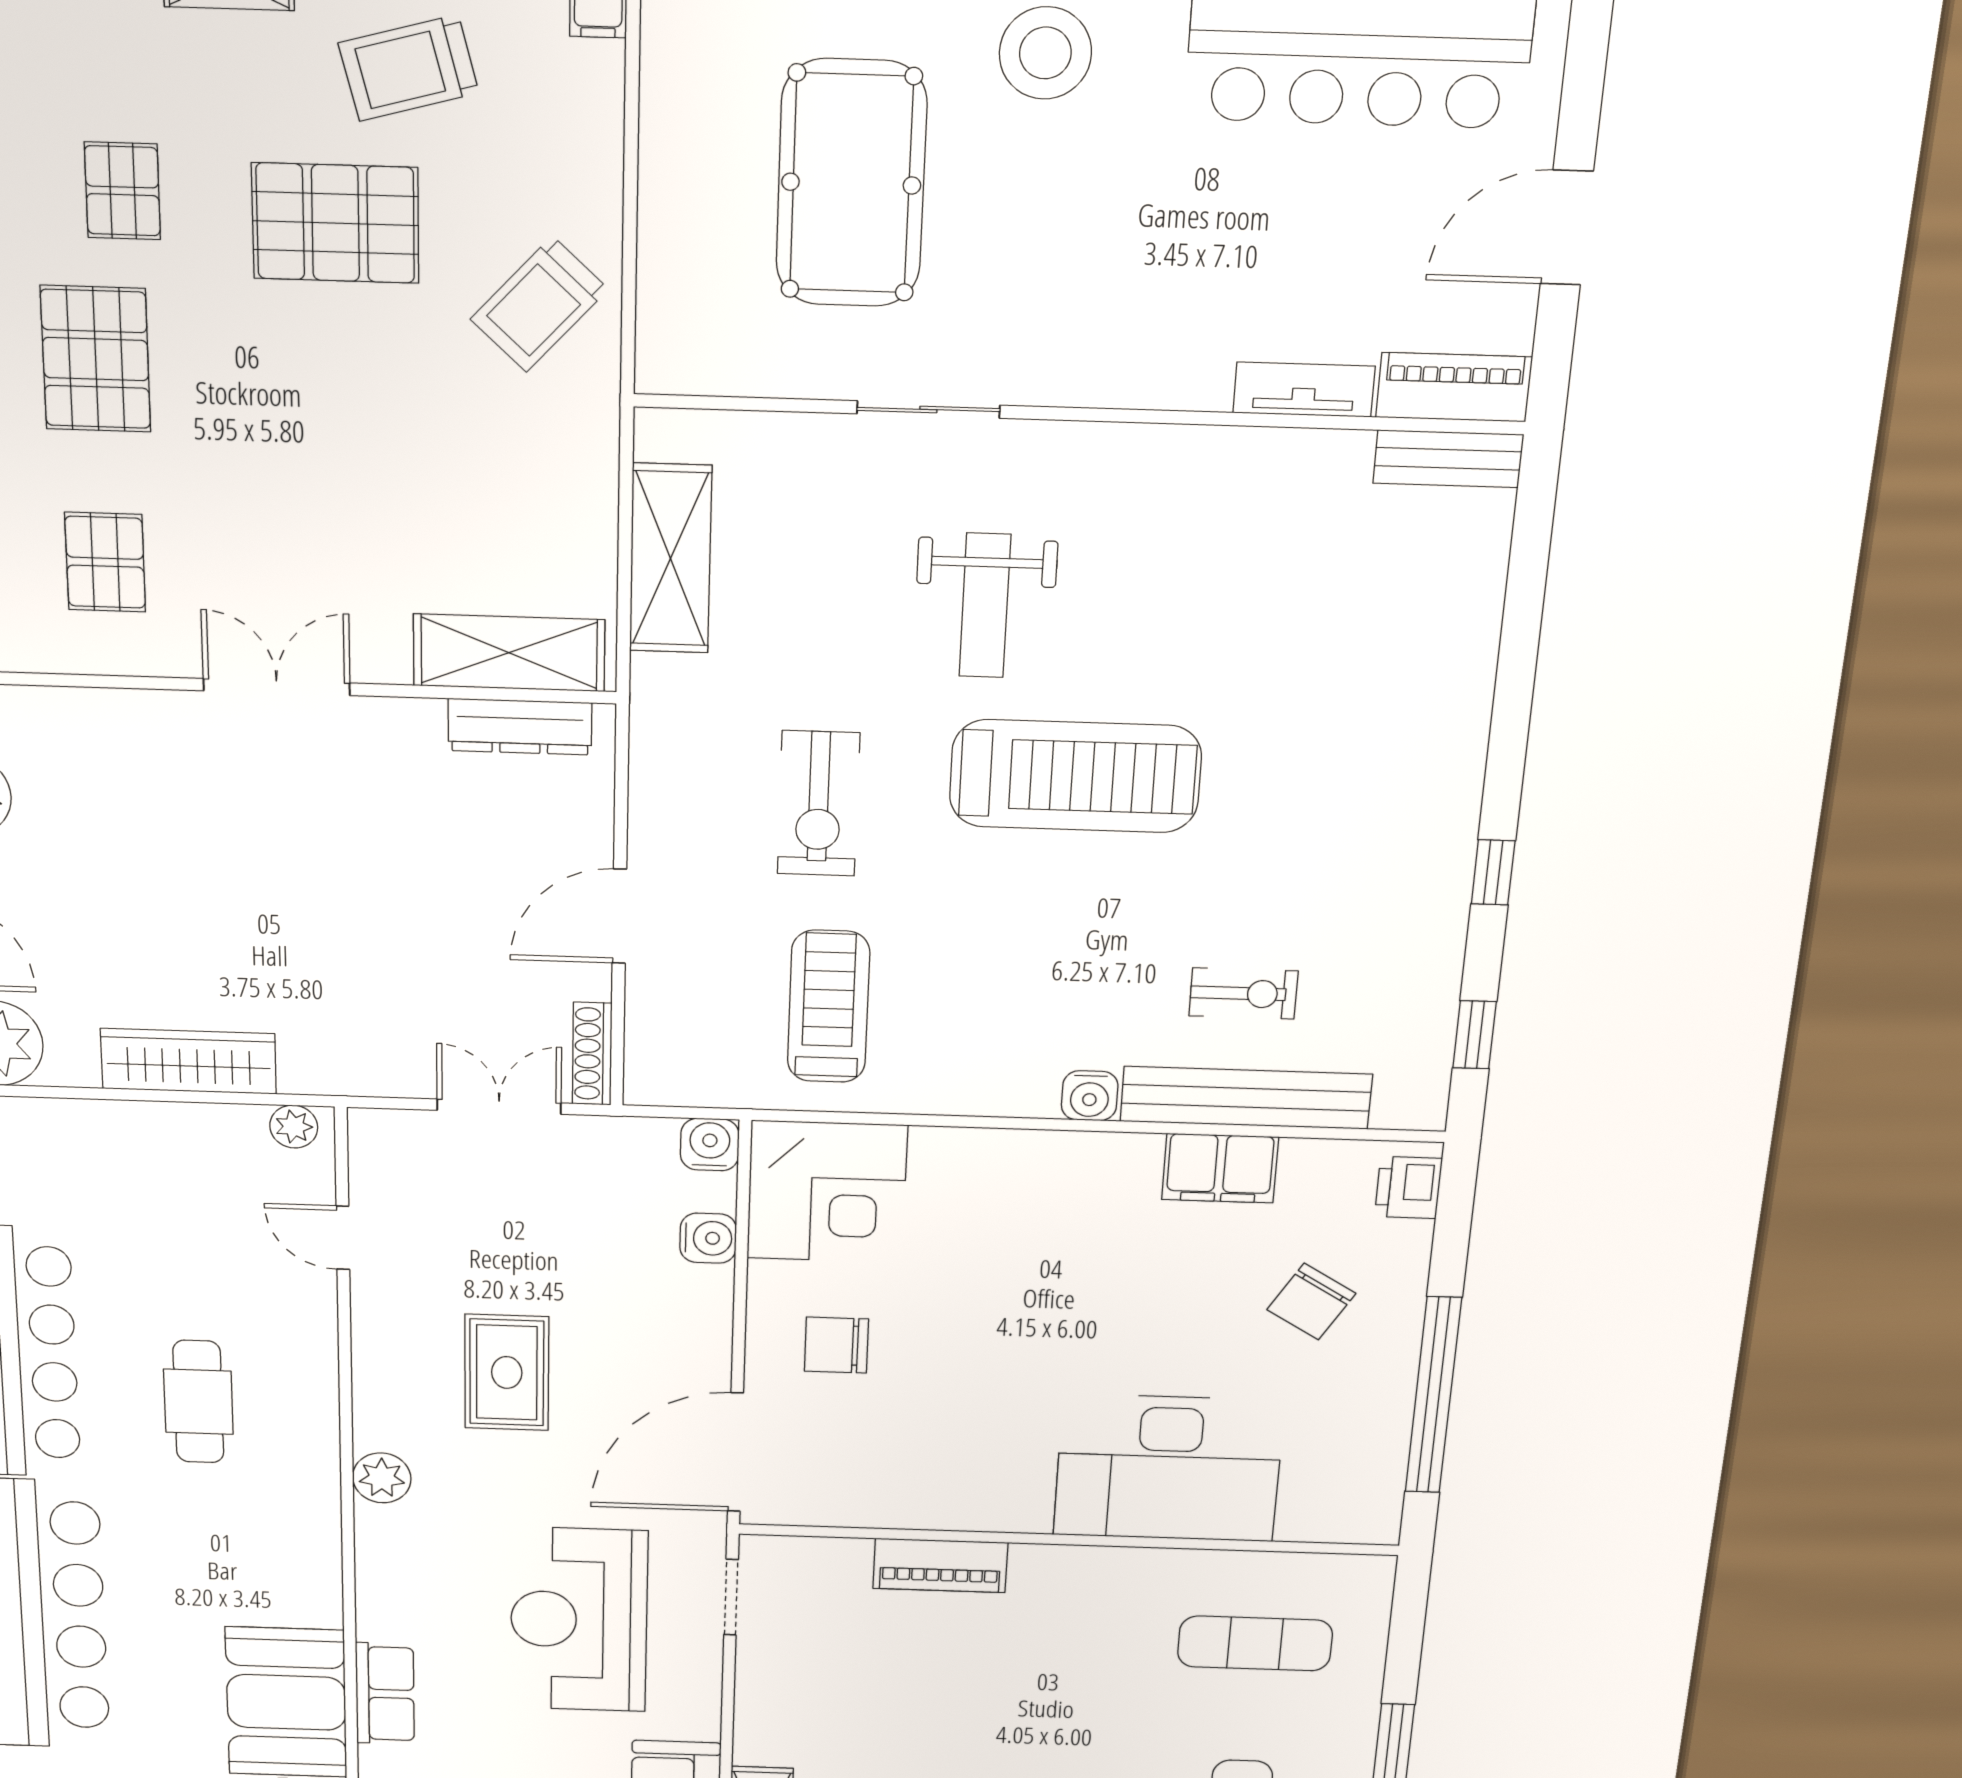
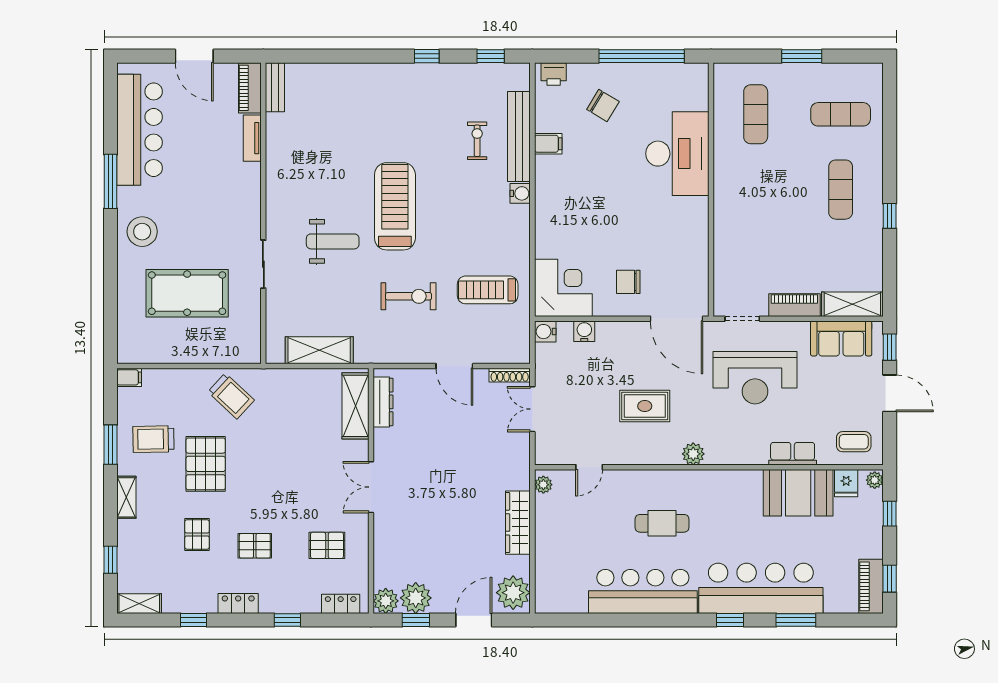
trolley: (409, 68) -> (153, 439), turned 104
pallet: (122, 191) -> (197, 534), turned 90
pallet: (96, 359) -> (255, 546), width x0.67, depth x0.71
filing cabinet: (1220, 1168) -> (548, 144), width x0.50
chair: (836, 1345) -> (628, 282), turned 90
piano: (940, 1565) -> (794, 305), moved, turned -90

